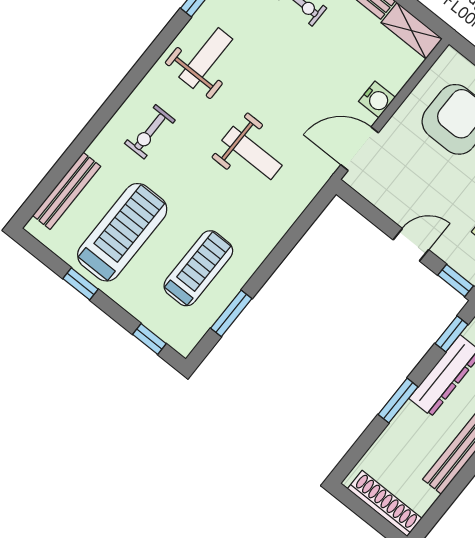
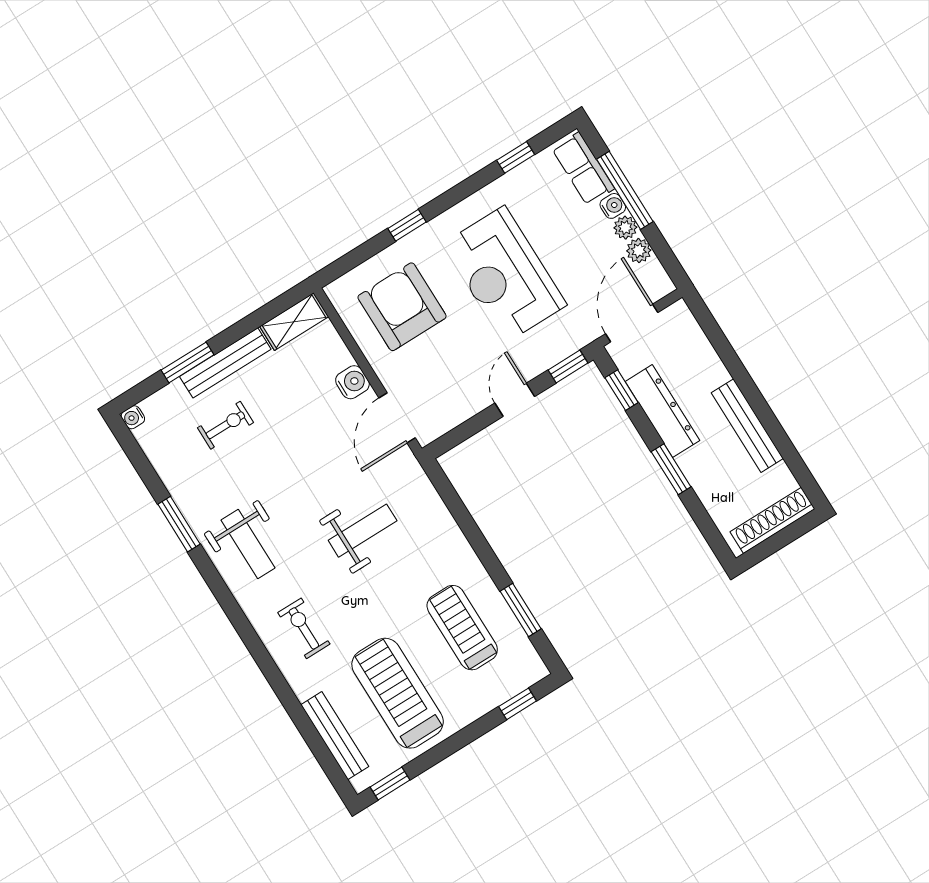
weight bench: (206, 58) -> (248, 544), turned 180
exercise bike: (150, 132) -> (304, 628), turned 180
window: (80, 284) -> (390, 784), moved

